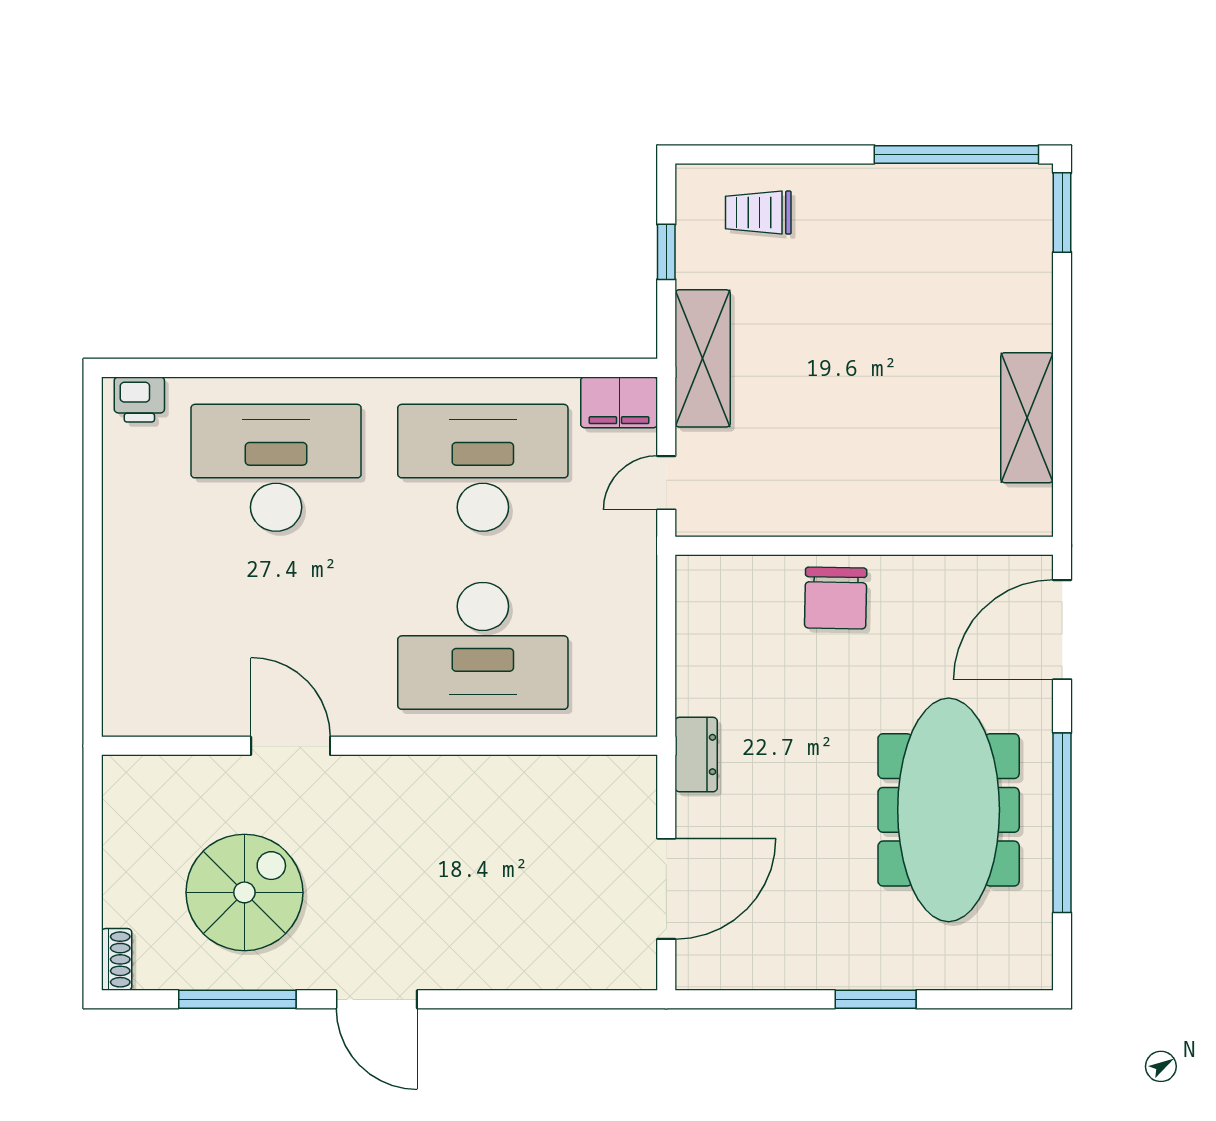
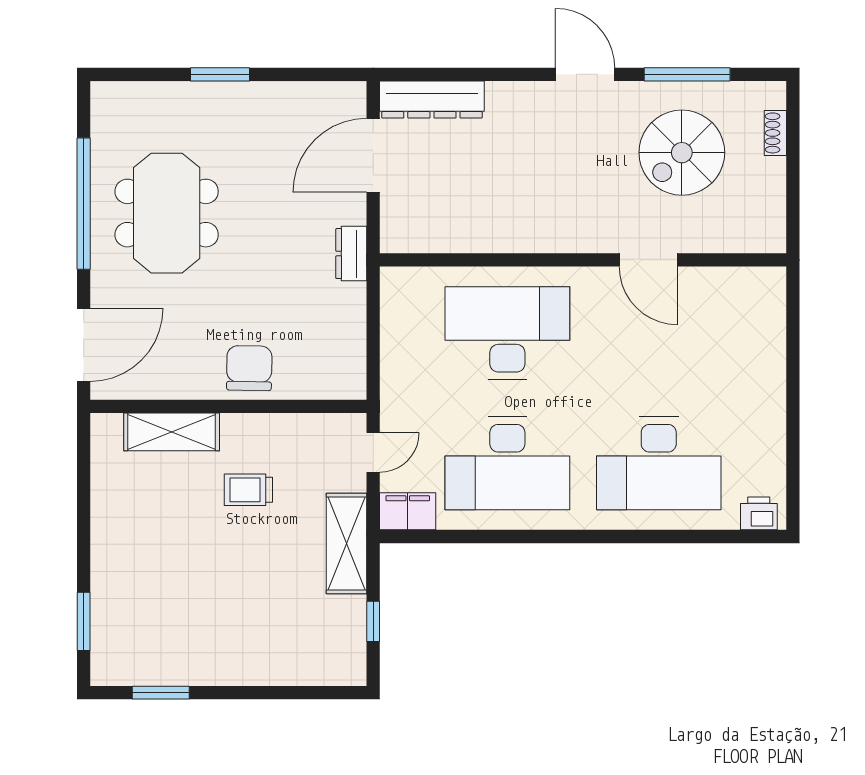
window: (956, 154) -> (161, 693), width x0.47
trolley: (758, 212) -> (248, 490), moved, turned 180
window: (1062, 213) -> (84, 621), moved
shelving: (1027, 418) -> (172, 432), moved, turned 90
meeting table: (949, 810) -> (167, 213), width x0.73
shoe rack: (117, 959) -> (775, 133), moved
dresser: (586, 965) -> (432, 100), added

